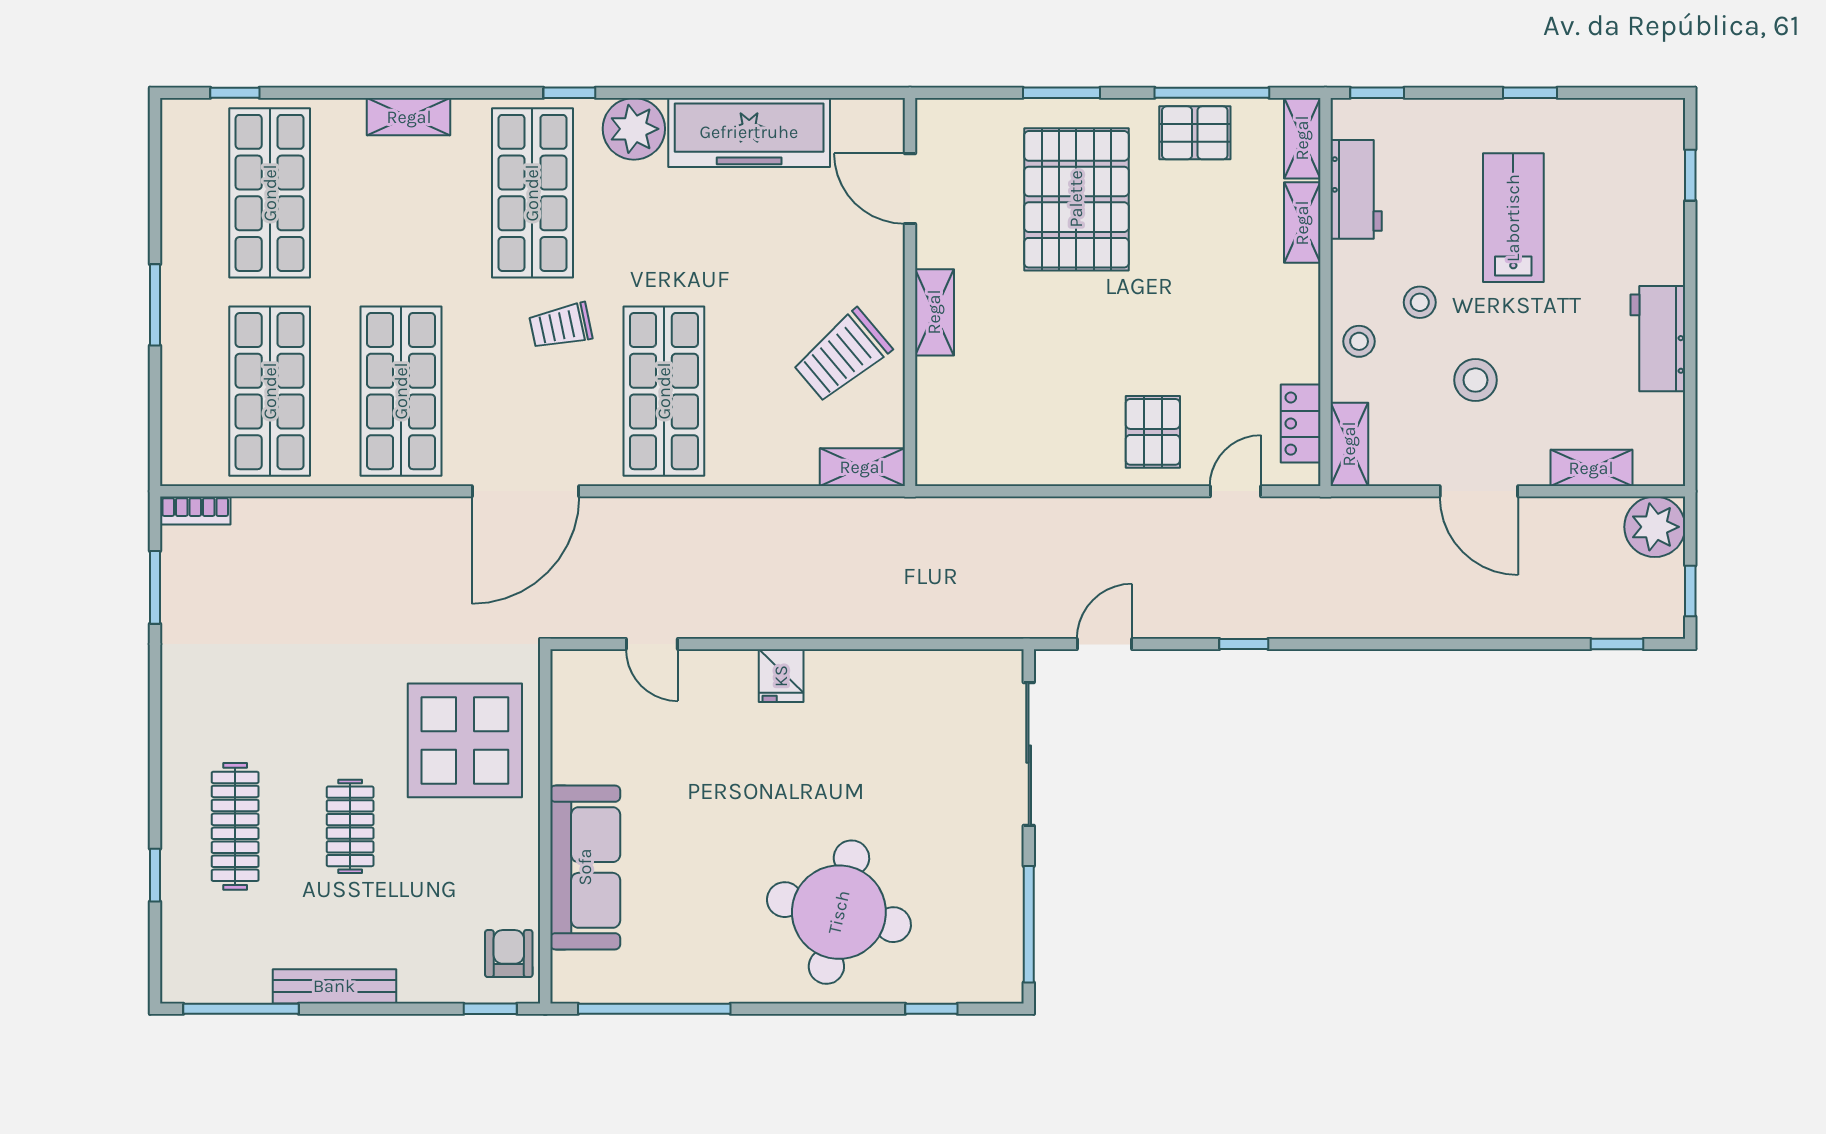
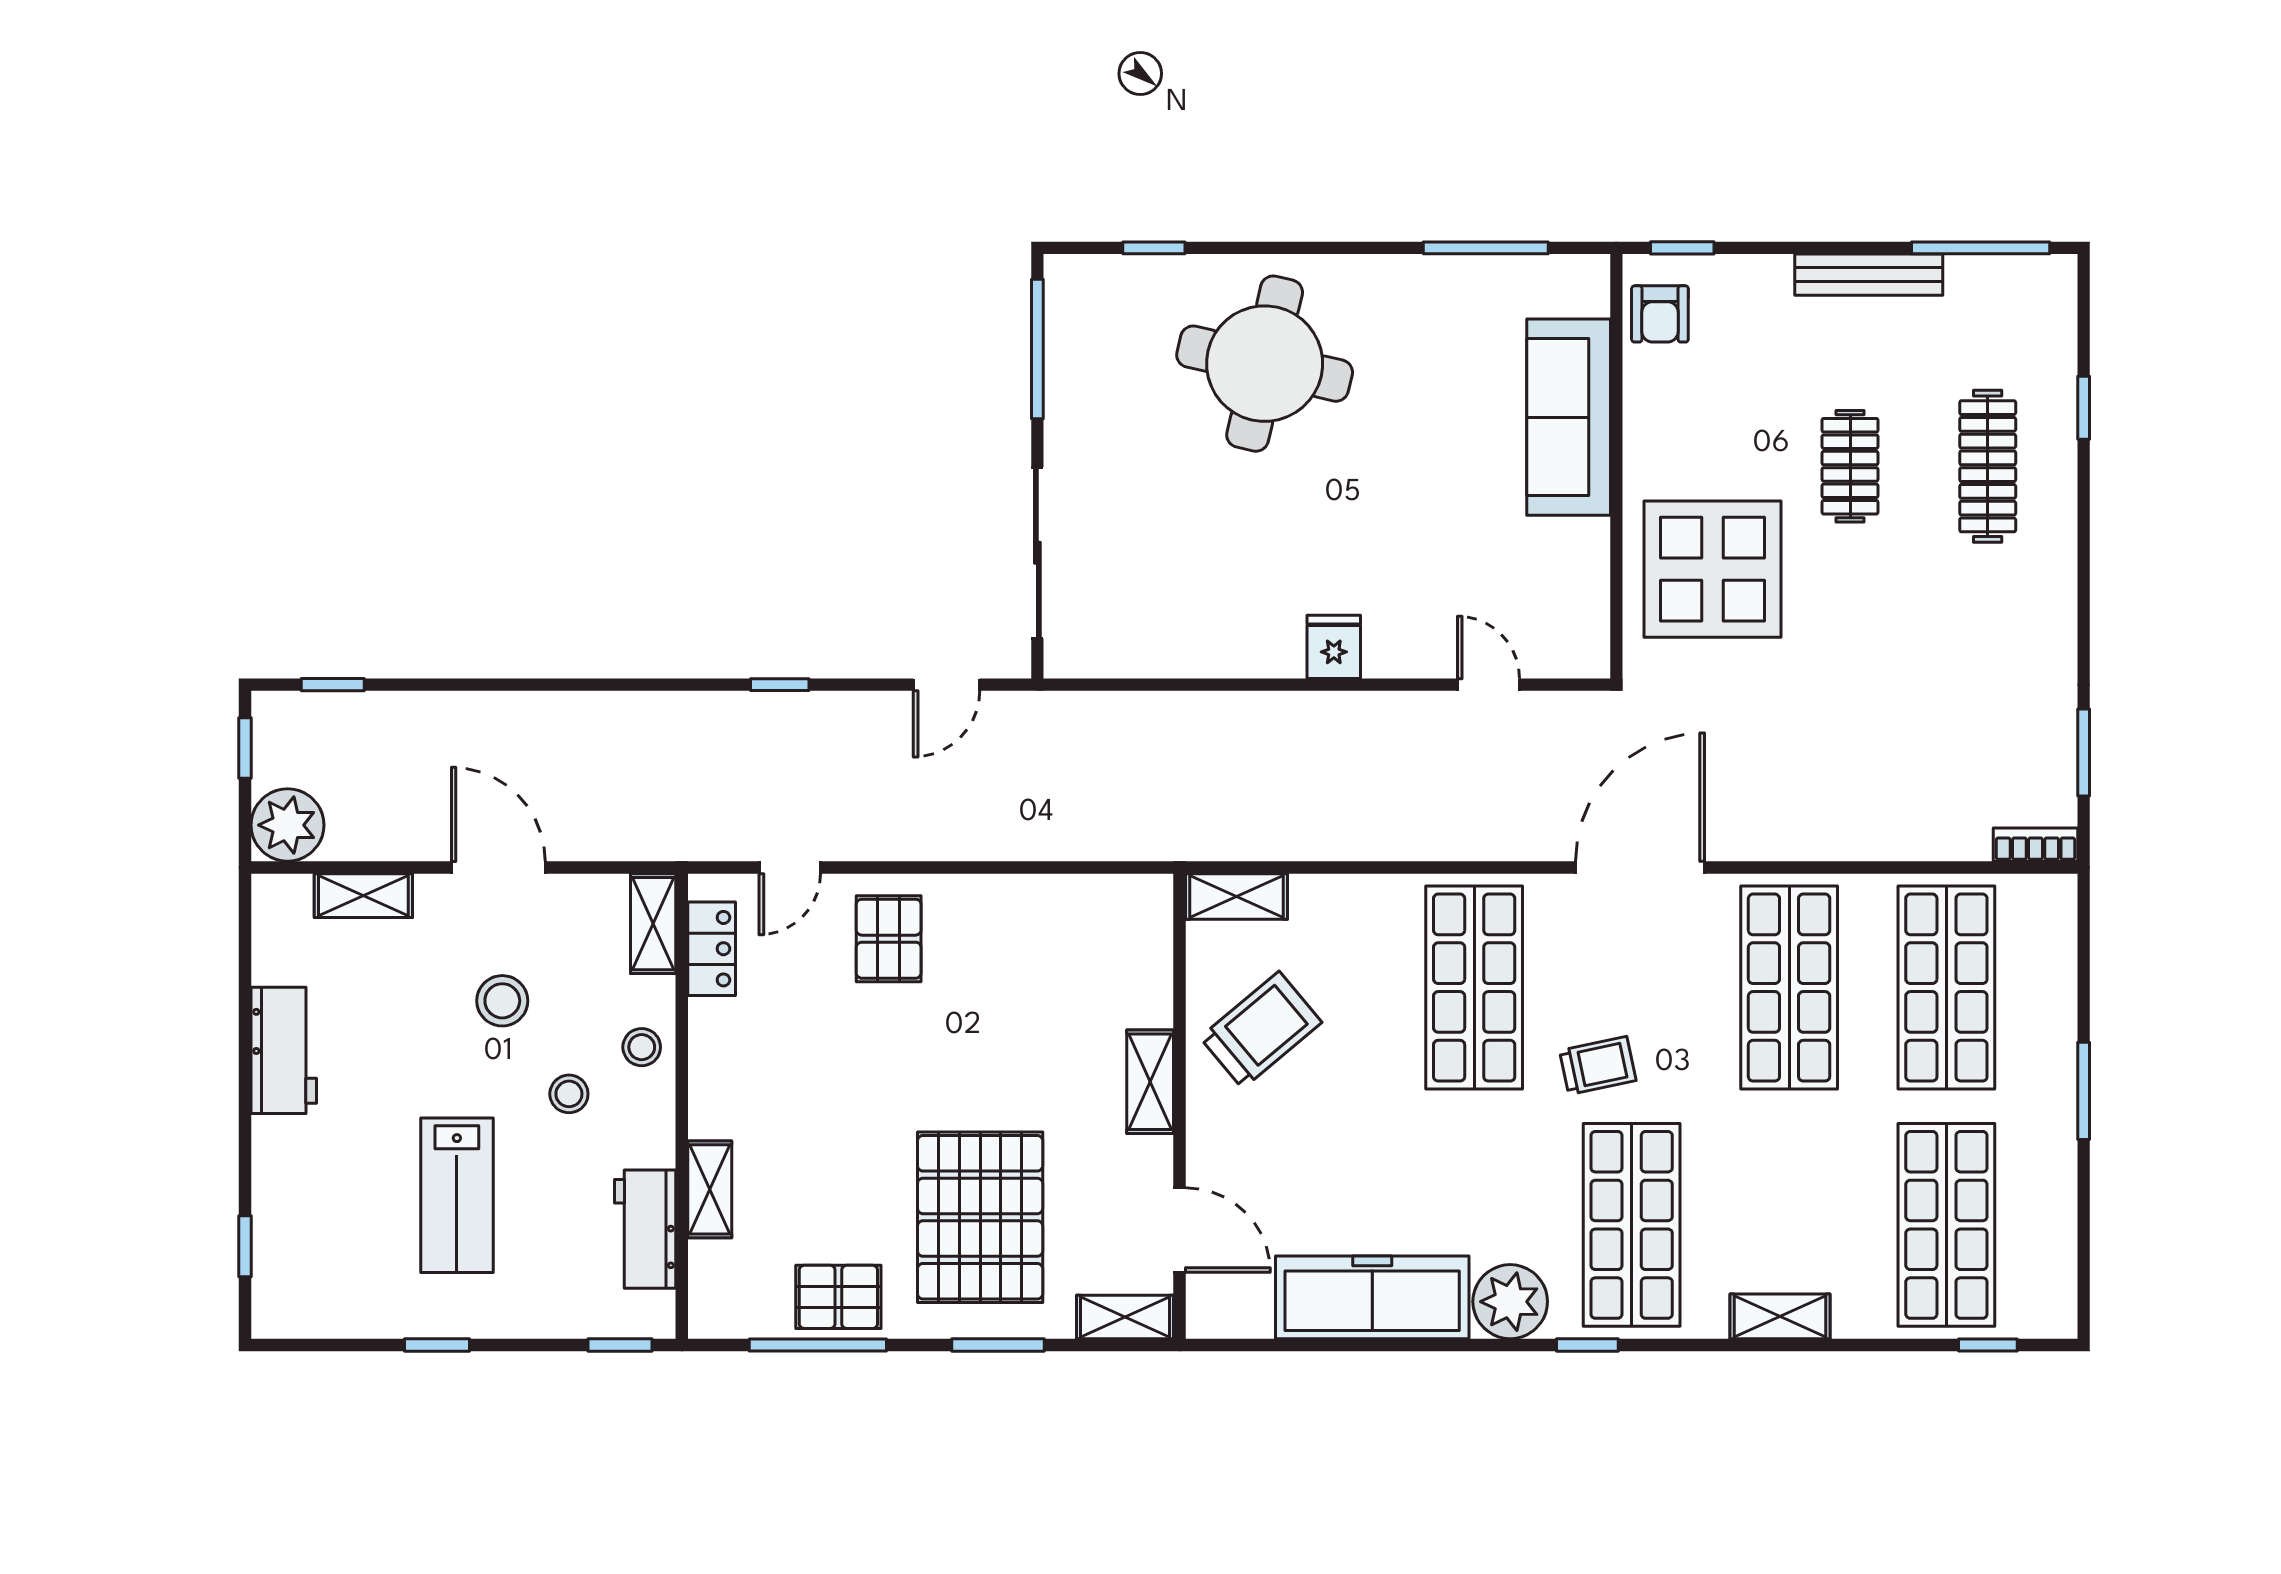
shelving: (1302, 138) -> (1125, 1317), moved, turned 90
window: (654, 1009) -> (1486, 248), width x0.68

